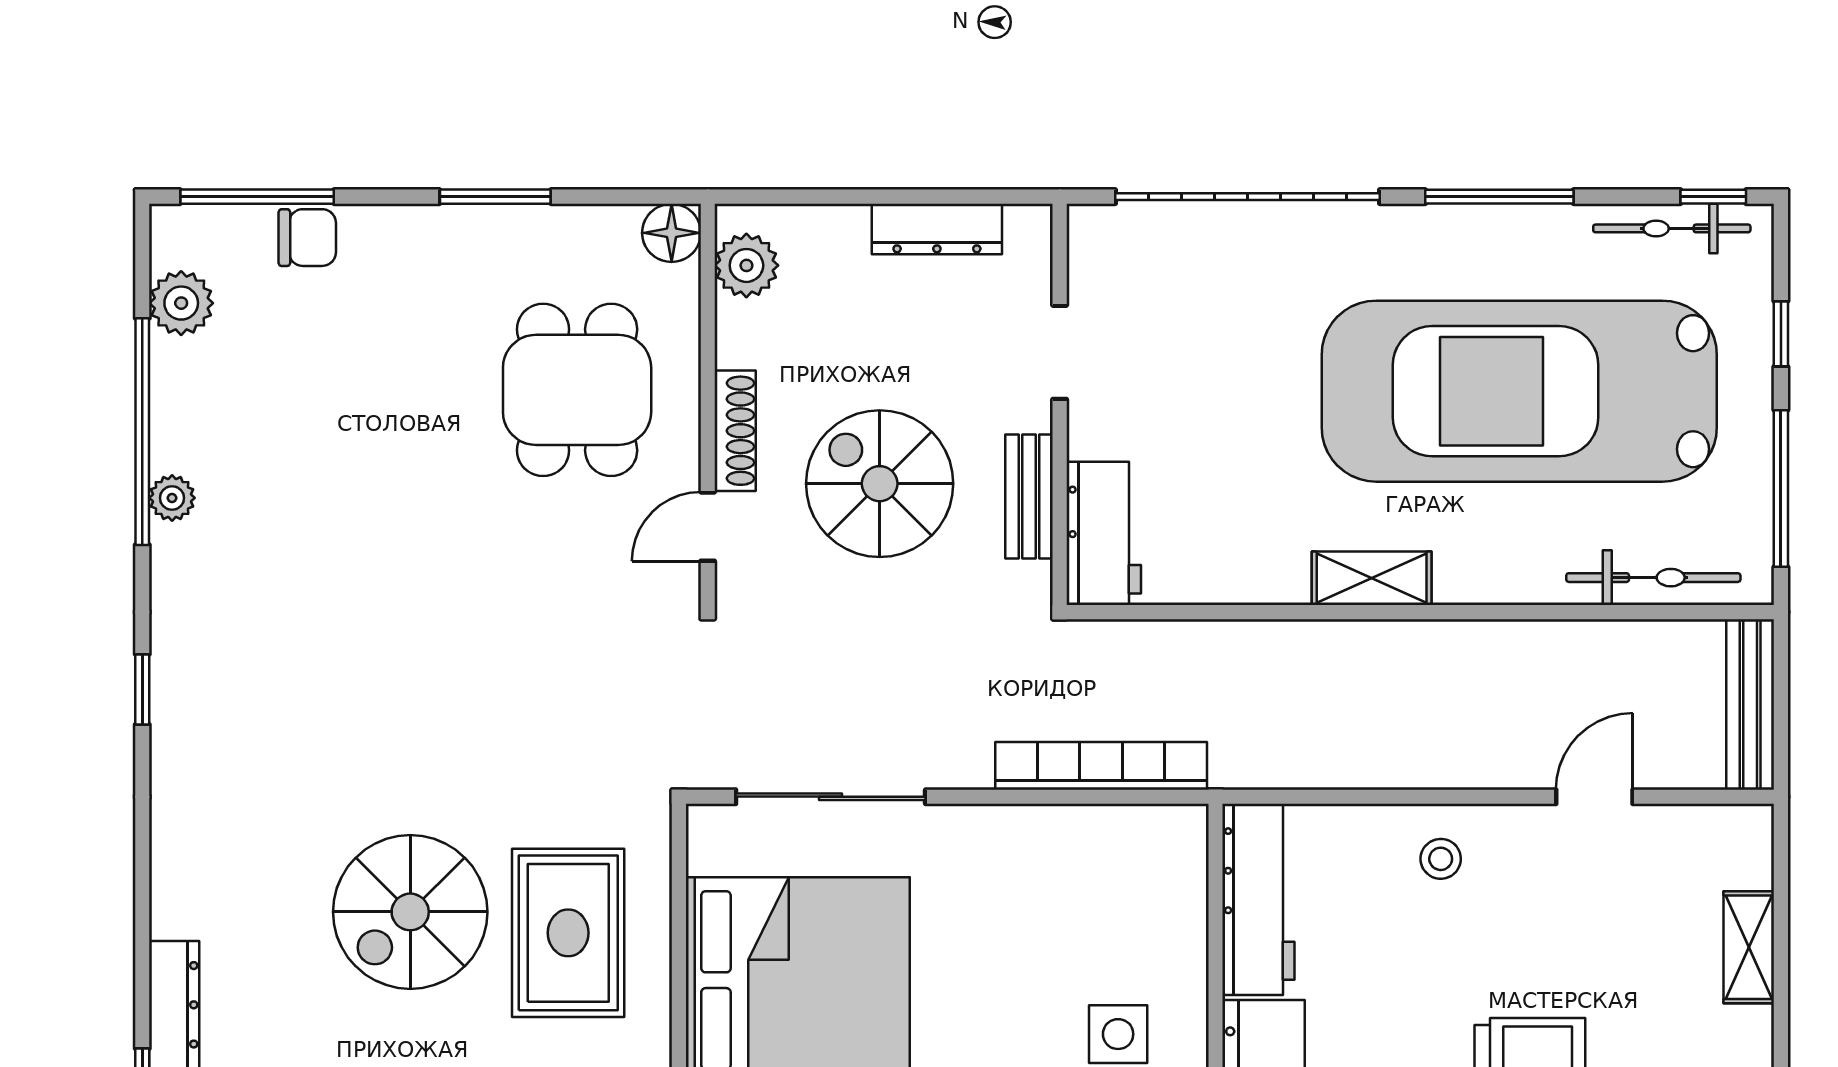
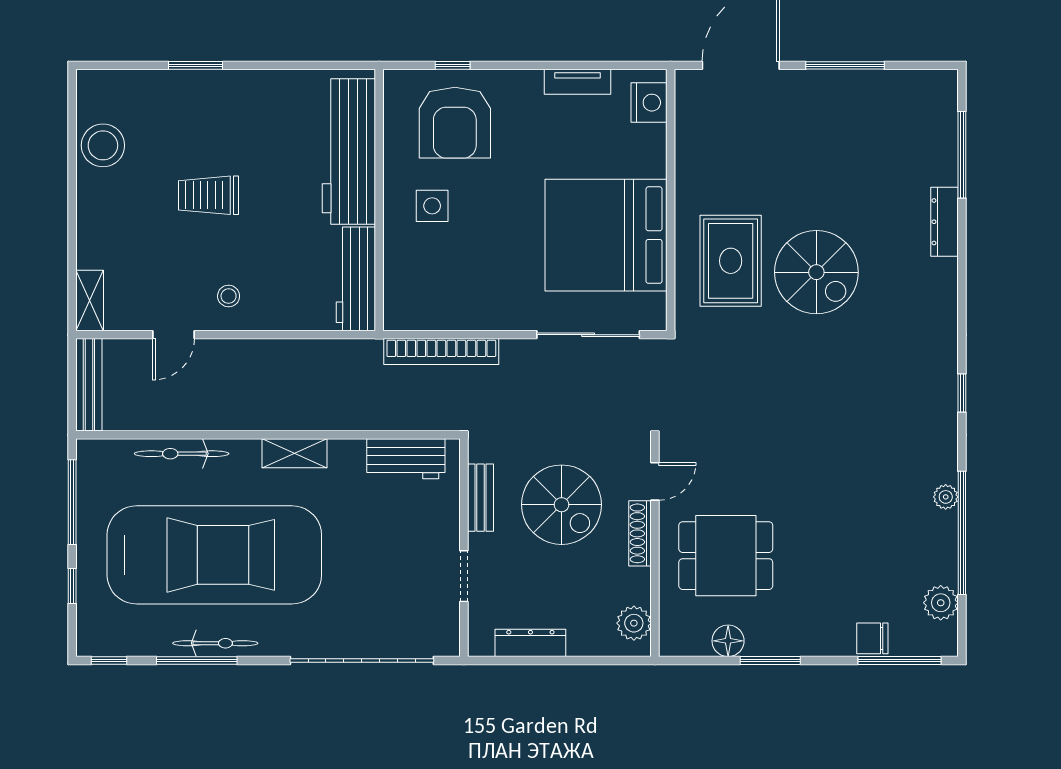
window: (1499, 197) -> (197, 660), moved
bicycle: (1672, 228) -> (215, 643), moved
floor lamp: (672, 233) -> (728, 641), moved
dining table: (577, 390) -> (726, 556), turned 90
workbench: (1104, 533) -> (406, 459), moved, turned -90
bicycle: (1653, 578) -> (182, 454), moved
stool: (1441, 859) -> (229, 296), moved
spiral stairs: (410, 912) -> (816, 272), turned 90
shelving: (1749, 947) -> (90, 301), moved

